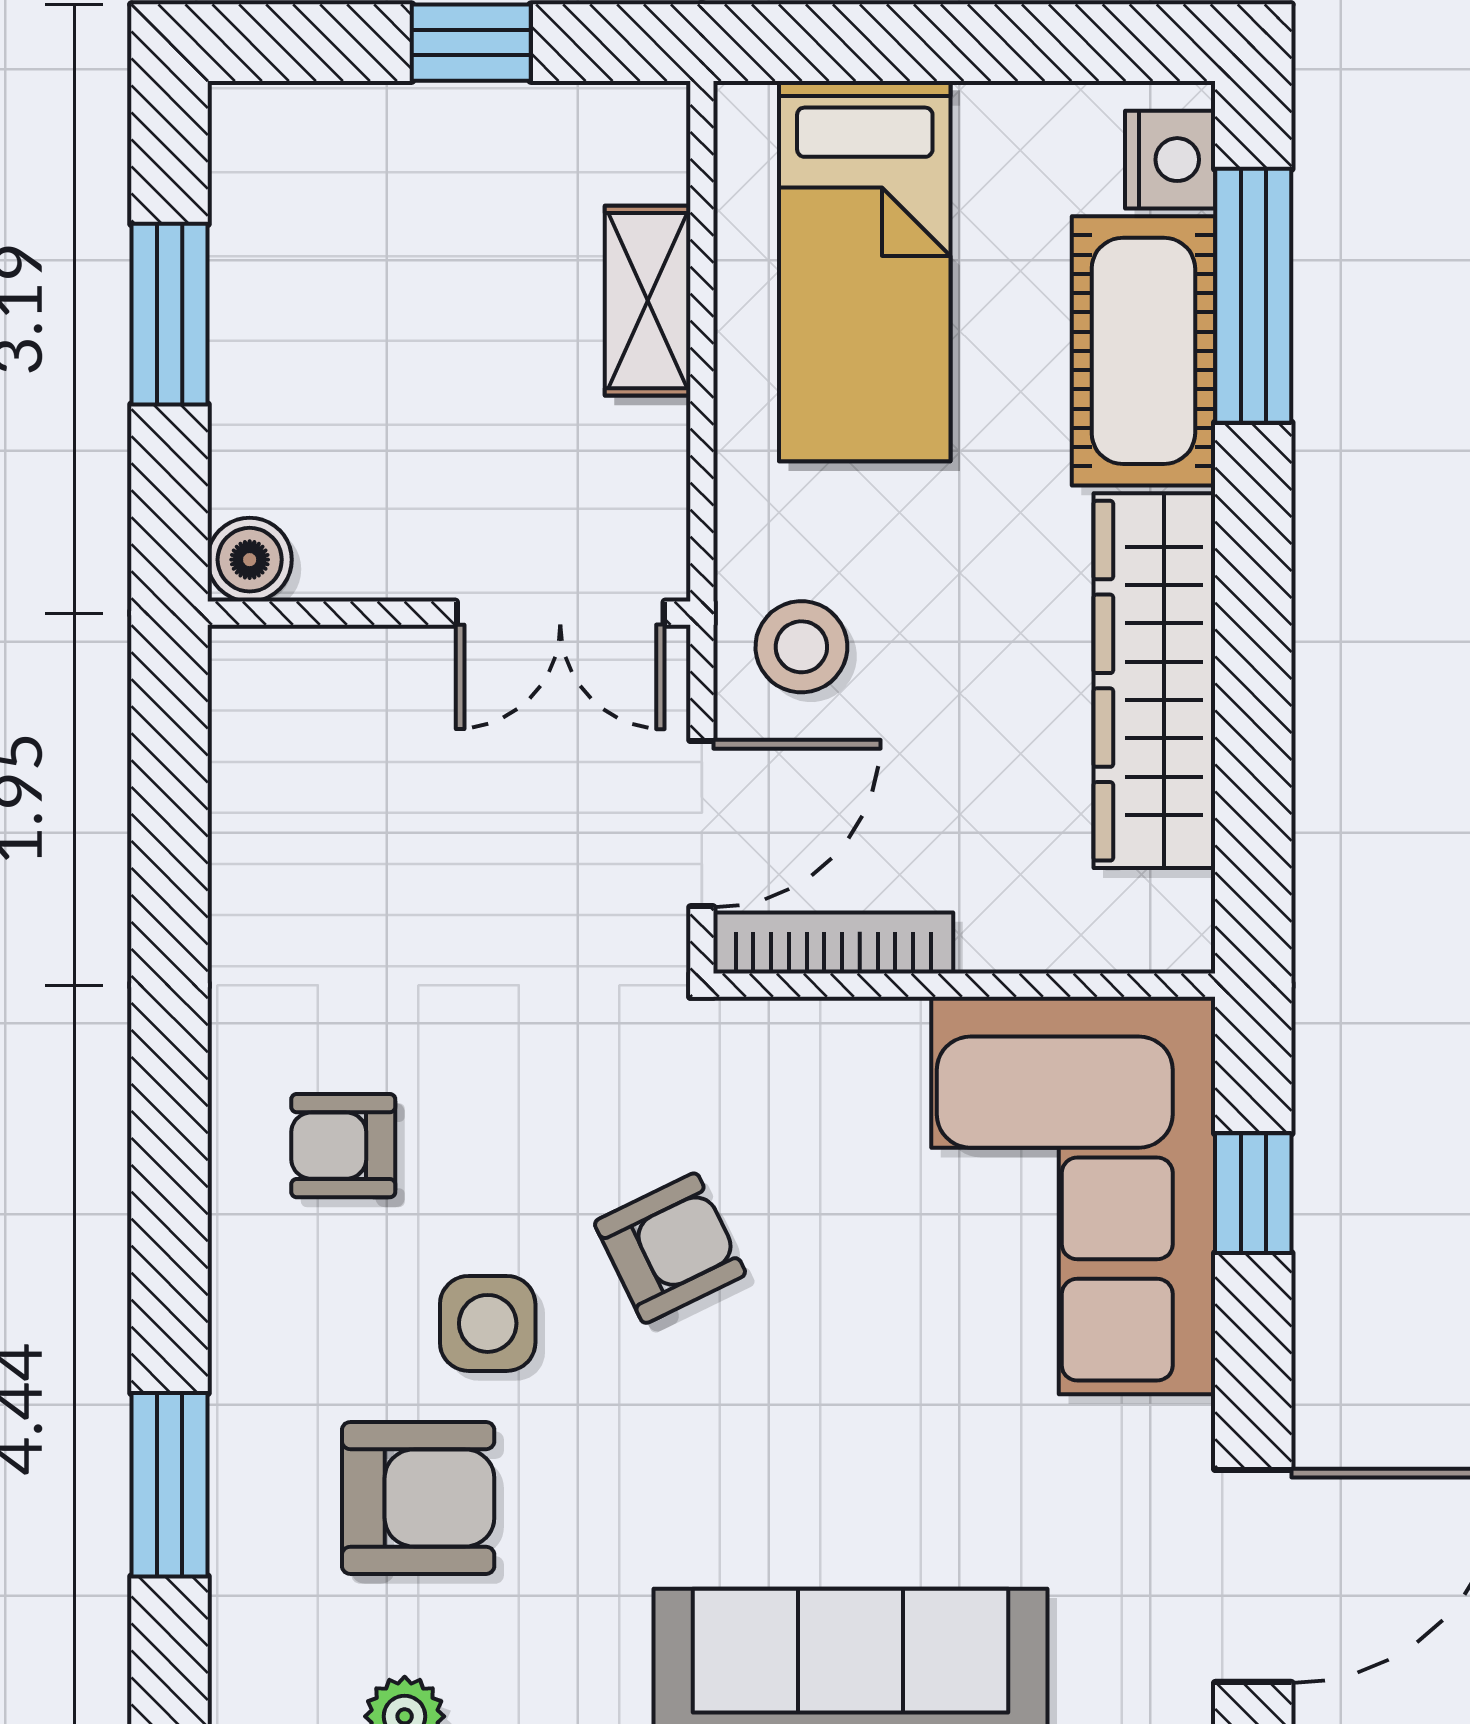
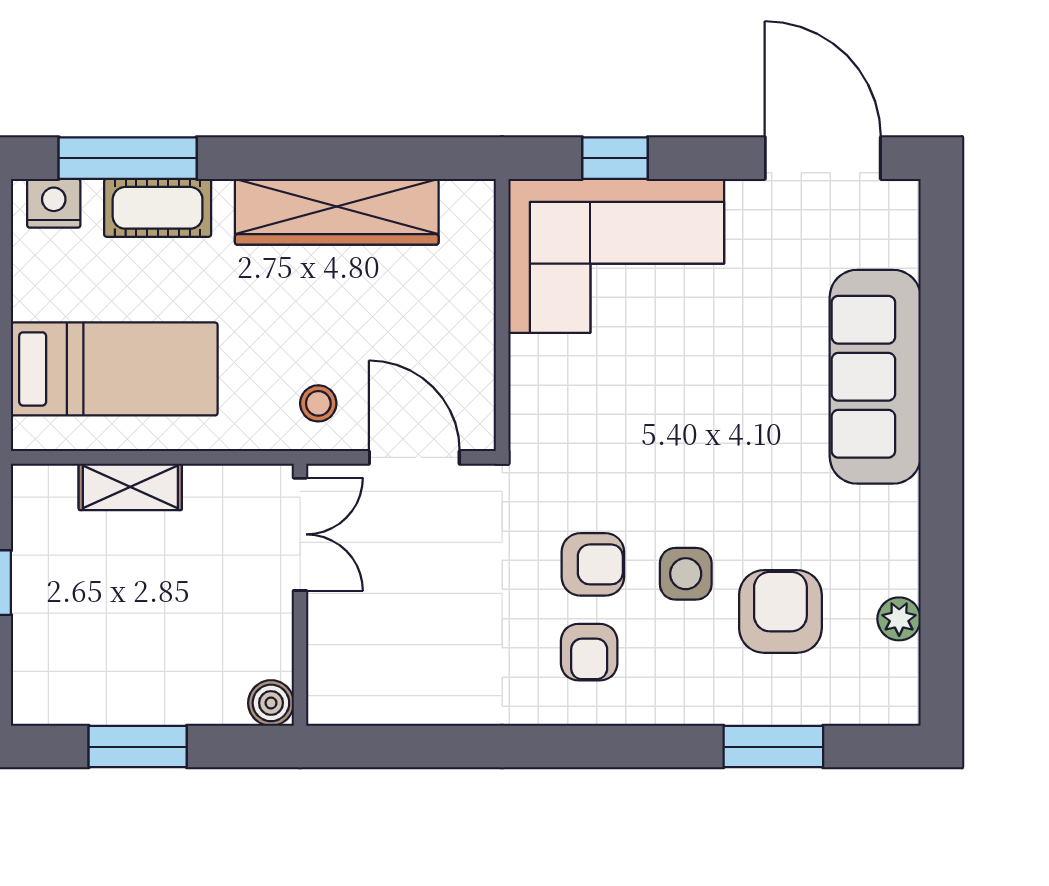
cot: (1143, 351) -> (158, 208), width x0.73, depth x0.75
stool: (801, 647) -> (318, 403), width x0.73, depth x0.73
bookcase: (833, 943) -> (479, 386), removed
armchair: (670, 1248) -> (593, 564), moved, turned 116

